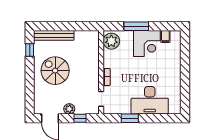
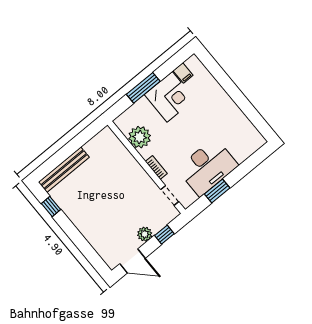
plant: (111, 41) -> (140, 137), moved
spiral stairs: (55, 71) -> (96, 206), removed
desk: (150, 100) -> (207, 167), moved

